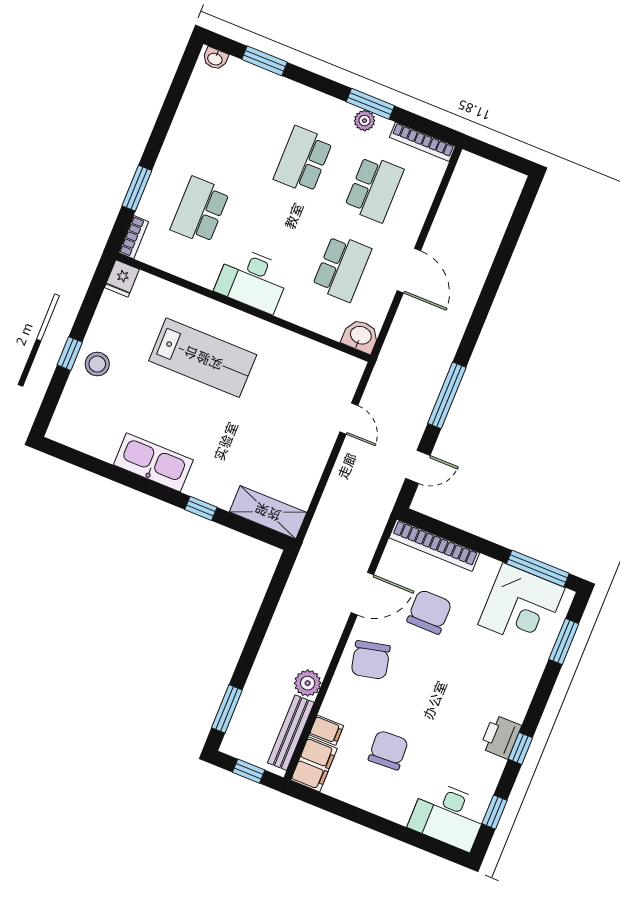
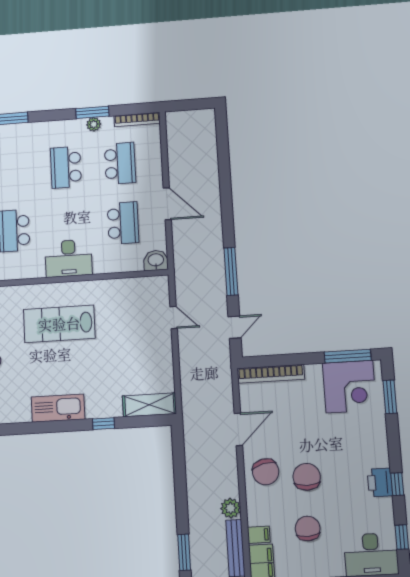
lab bench: (203, 358) -> (59, 324), turned 180
chair: (429, 612) -> (307, 477), moved

